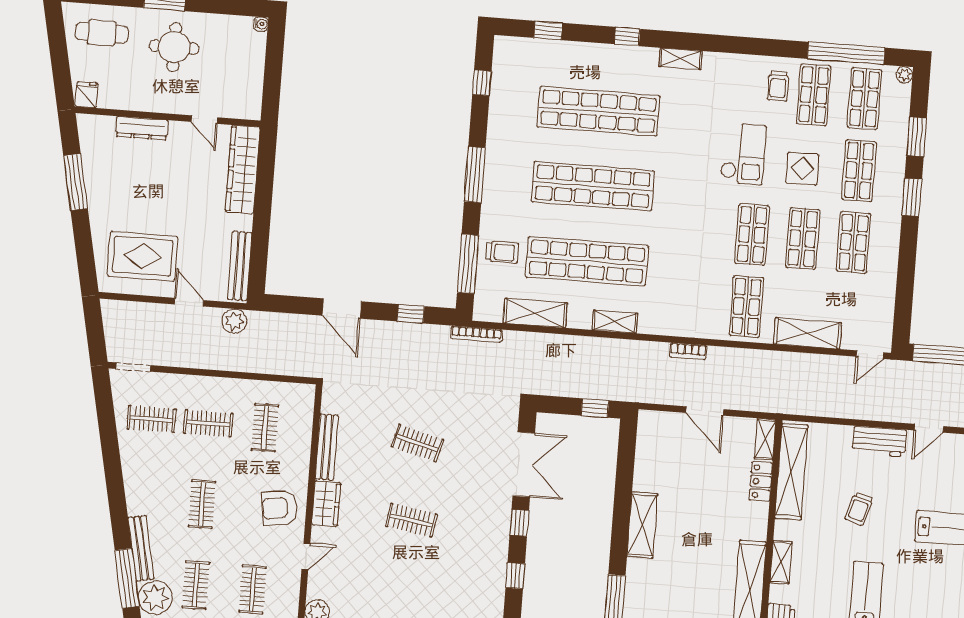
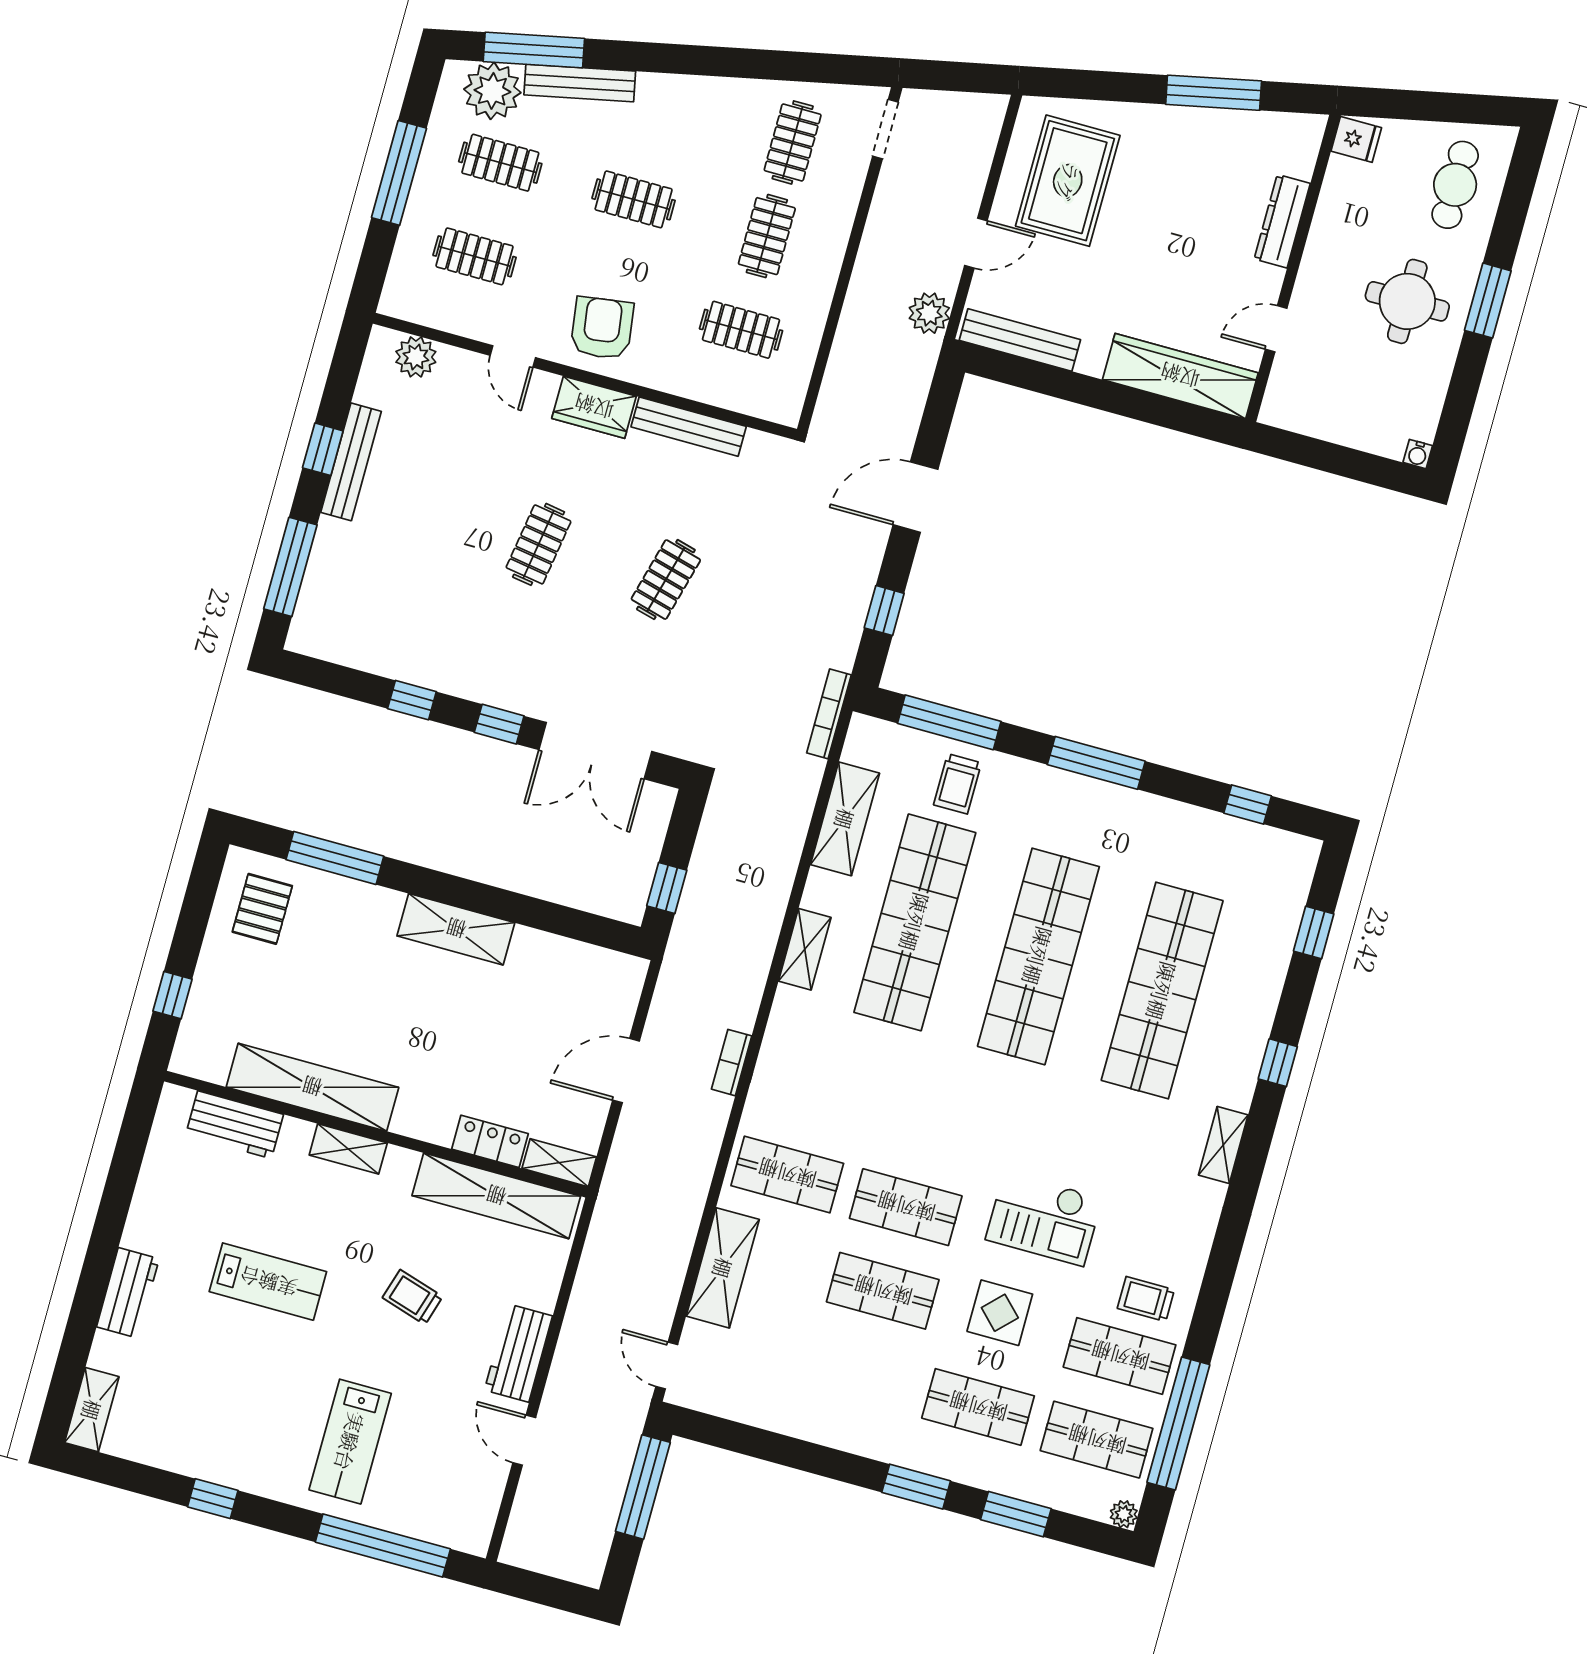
shop shelf: (853, 242) -> (860, 1374), removed

